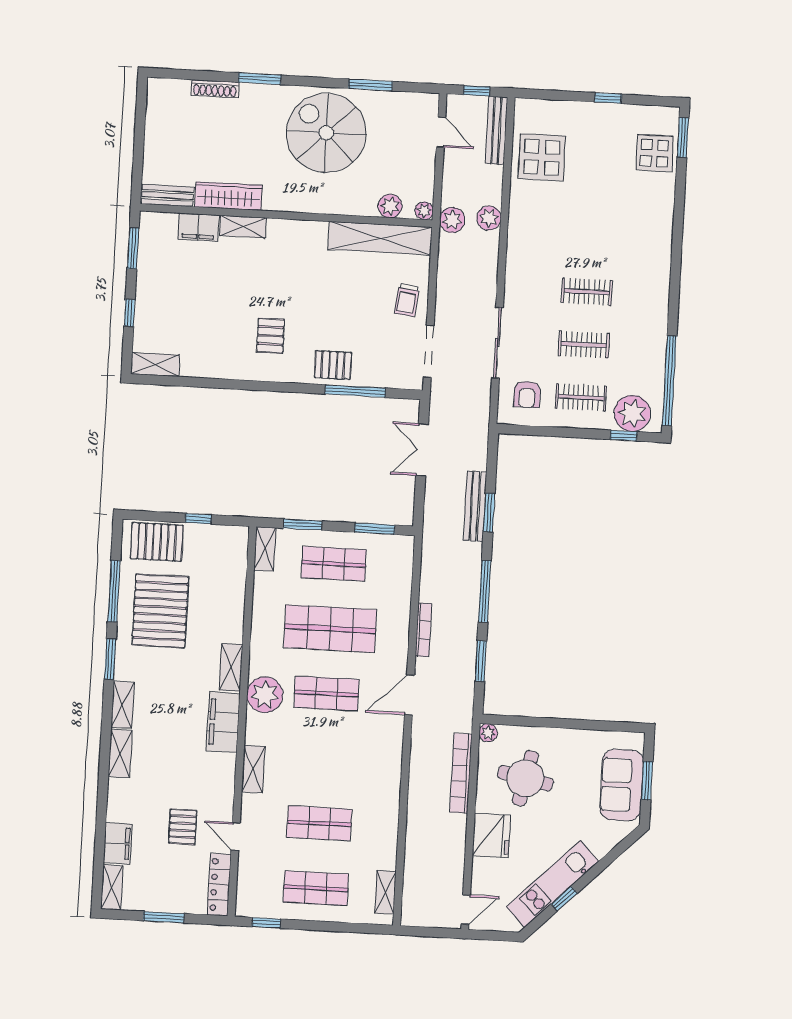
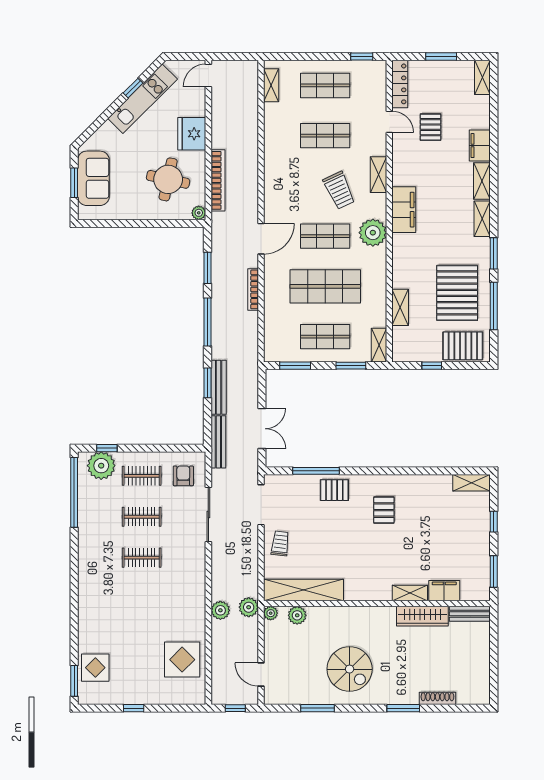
bench: (496, 130) -> (218, 442), moved
spiral stairs: (326, 133) -> (350, 669), width x0.73, depth x0.73
shelving: (231, 667) -> (400, 307), moved
trolley: (305, 752) -> (339, 190), added
filing cabinet: (118, 843) -> (480, 146), moved

